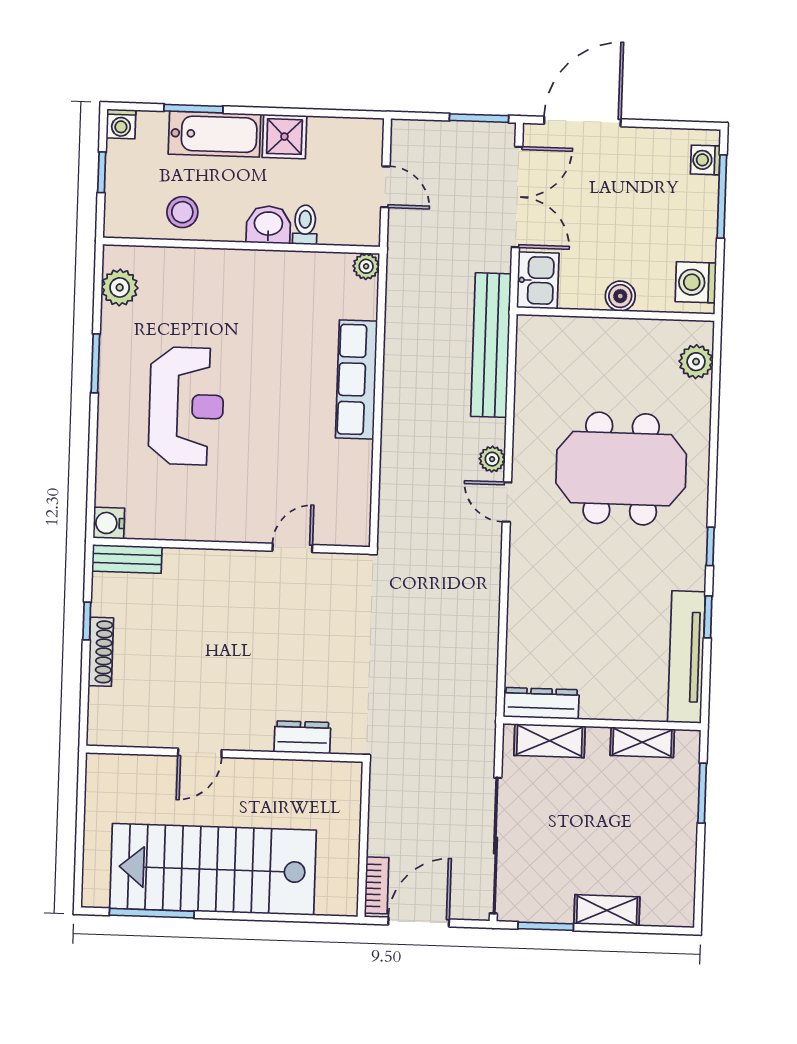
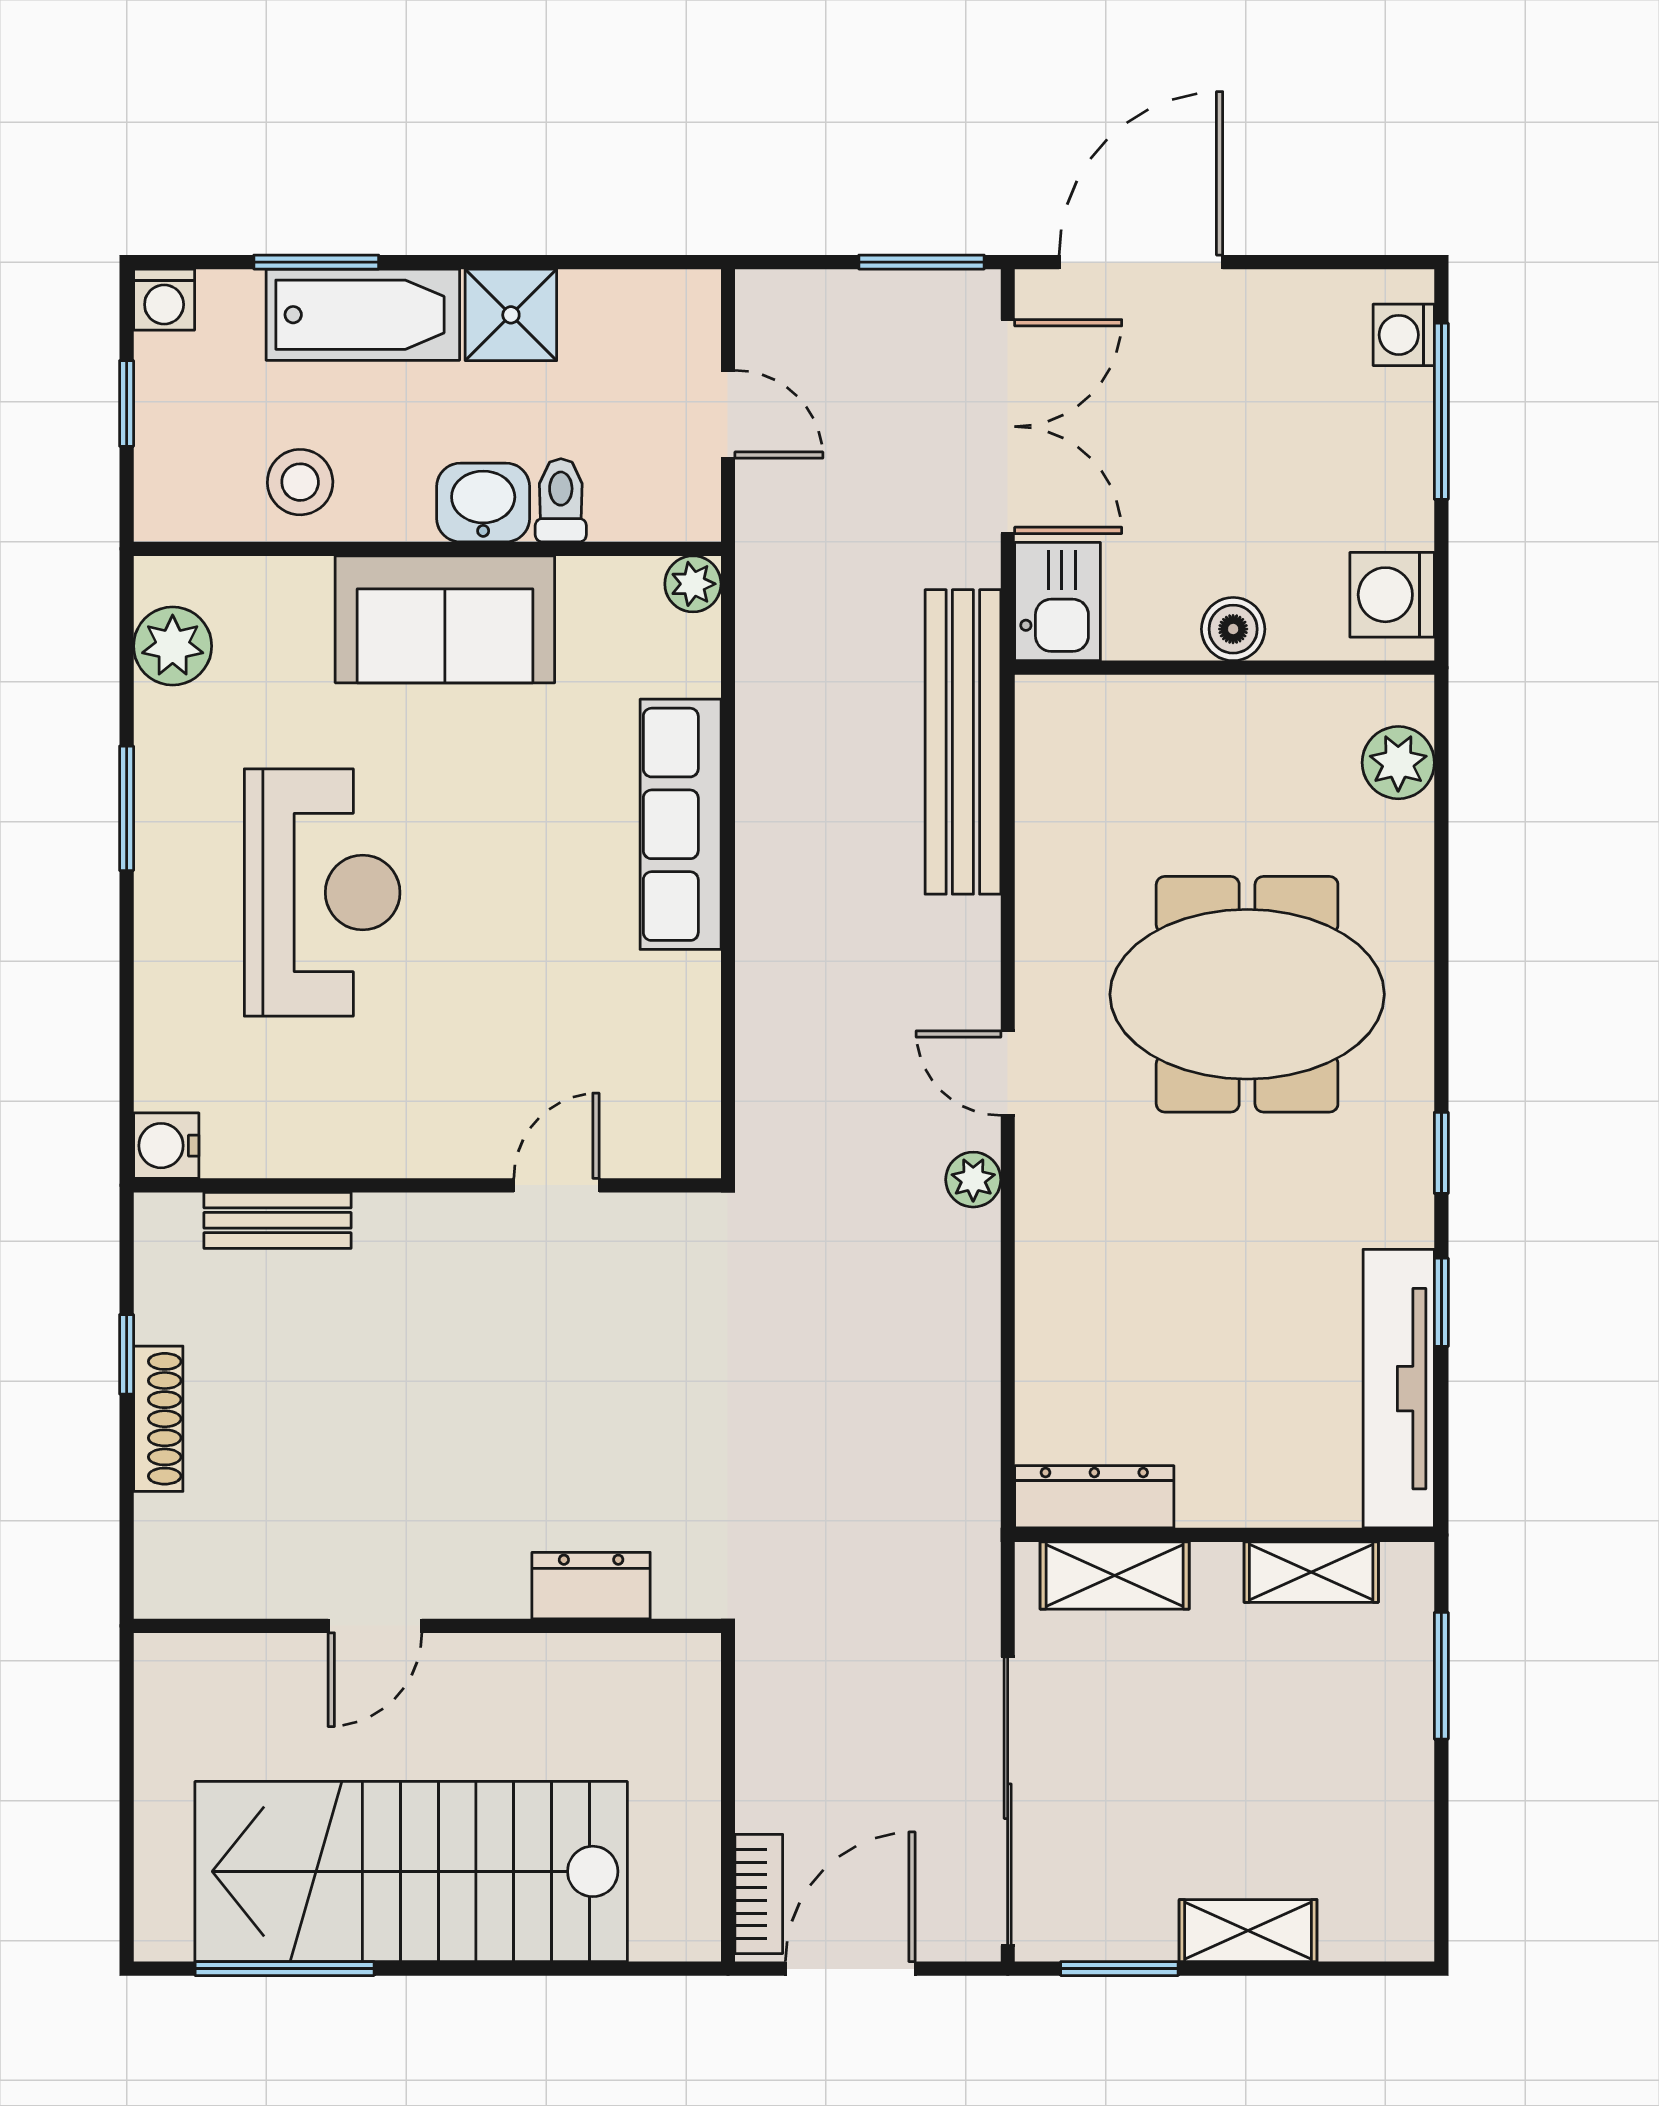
sofa: (249, 279) -> (445, 619), added
plant: (492, 459) -> (973, 1180), moved
bench: (127, 559) -> (278, 1220), moved

